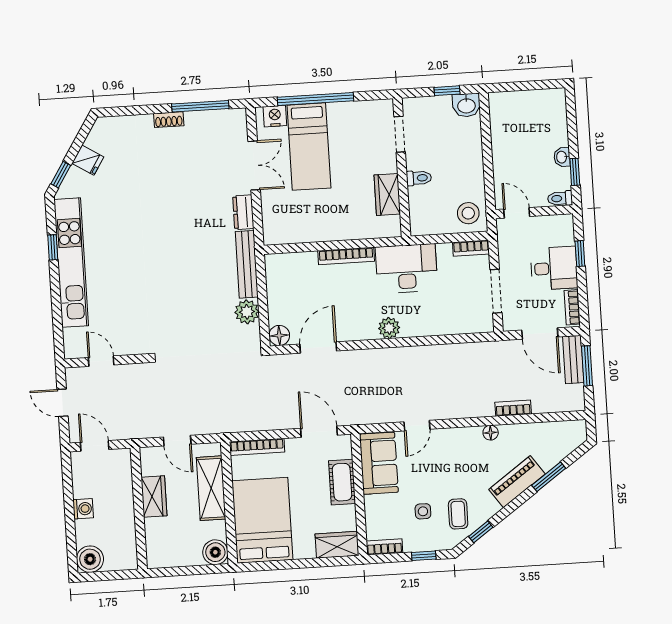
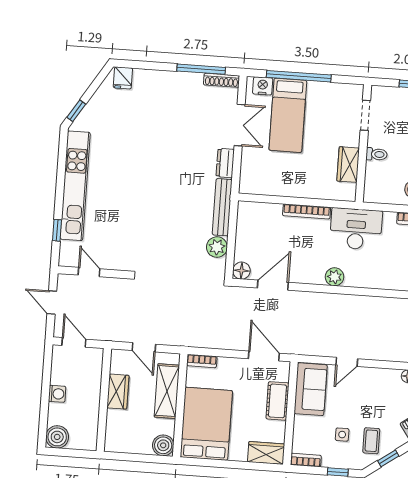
shoe rack: (169, 120) -> (221, 80), moved, width x1.43
fridge: (88, 160) -> (123, 78), moved, turned 58
window: (53, 247) -> (57, 230), moved
bookcase: (257, 447) -> (202, 361), width x0.64

